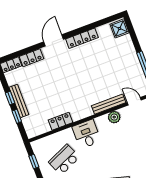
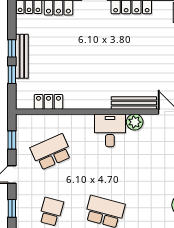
locker: (61, 121) -> (49, 102), moved
desk: (87, 134) -> (110, 130), moved

